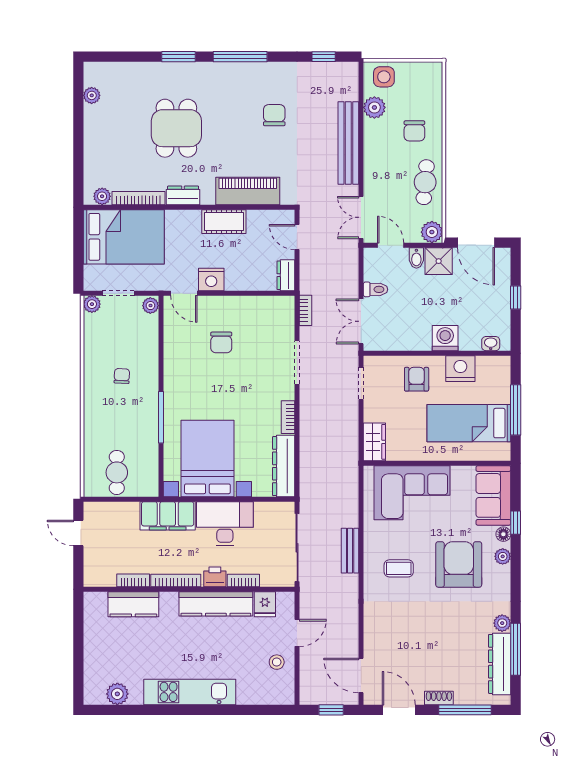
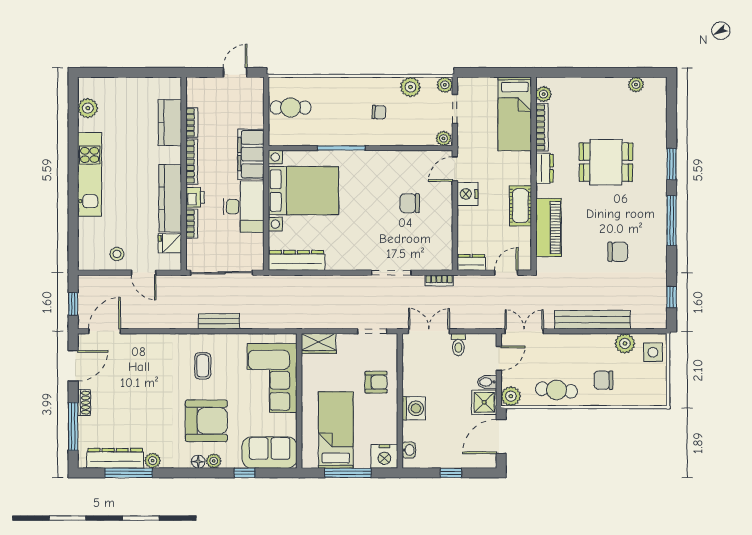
bed: (124, 237) -> (515, 114), width x0.67
plant: (94, 342) -> (410, 87), added
nightstand: (460, 369) -> (384, 456), moved, turned 90
bookcase: (288, 417) -> (341, 264), removed
floor lamp: (503, 534) -> (198, 462), moved

